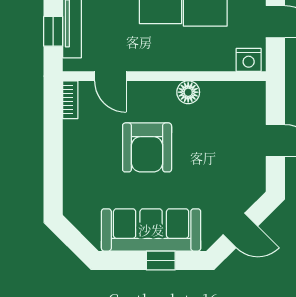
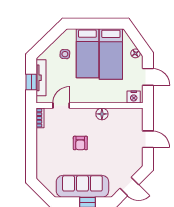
door: (110, 76) -> (61, 106), swing flipped
armchair: (147, 147) -> (80, 143), width x0.53, depth x0.53

